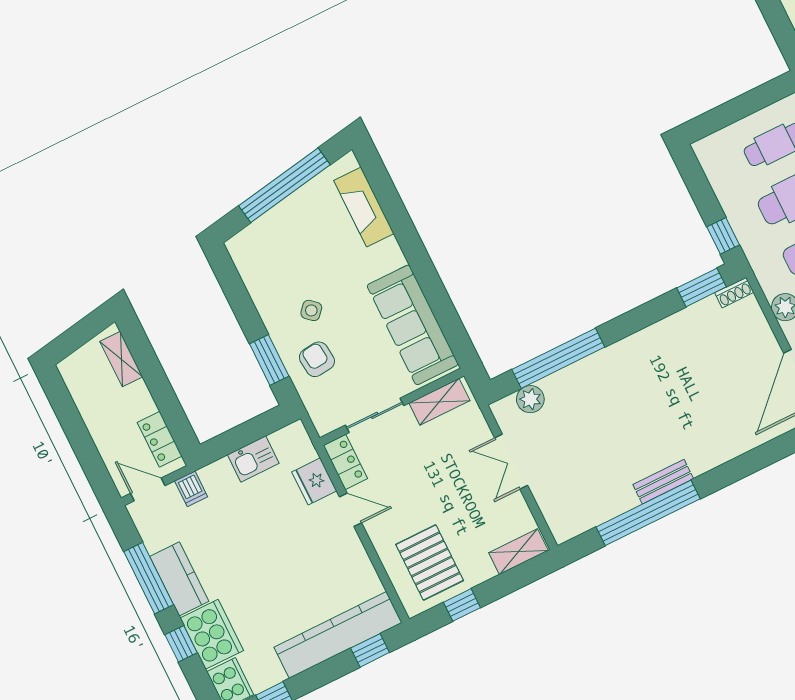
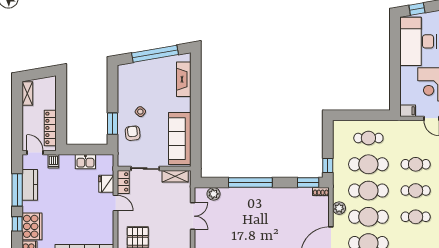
window: (558, 358) -> (250, 183), moved
shelving: (121, 359) -> (27, 94), moved
locker: (160, 439) -> (50, 128), width x1.53
double door: (511, 462) -> (193, 216), swing flipped
kitchen counter: (179, 579) -> (30, 185), moved

